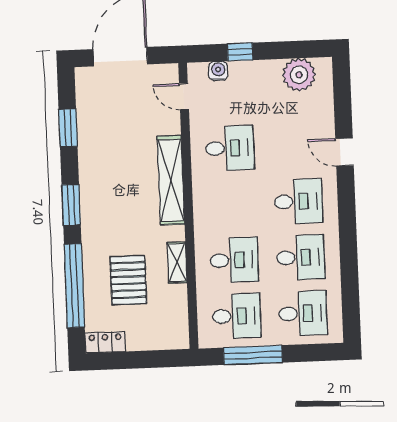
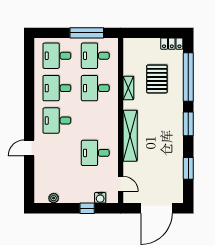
plant: (299, 75) -> (54, 198), width x0.53, depth x0.53
door: (345, 152) -> (29, 148), swing flipped

